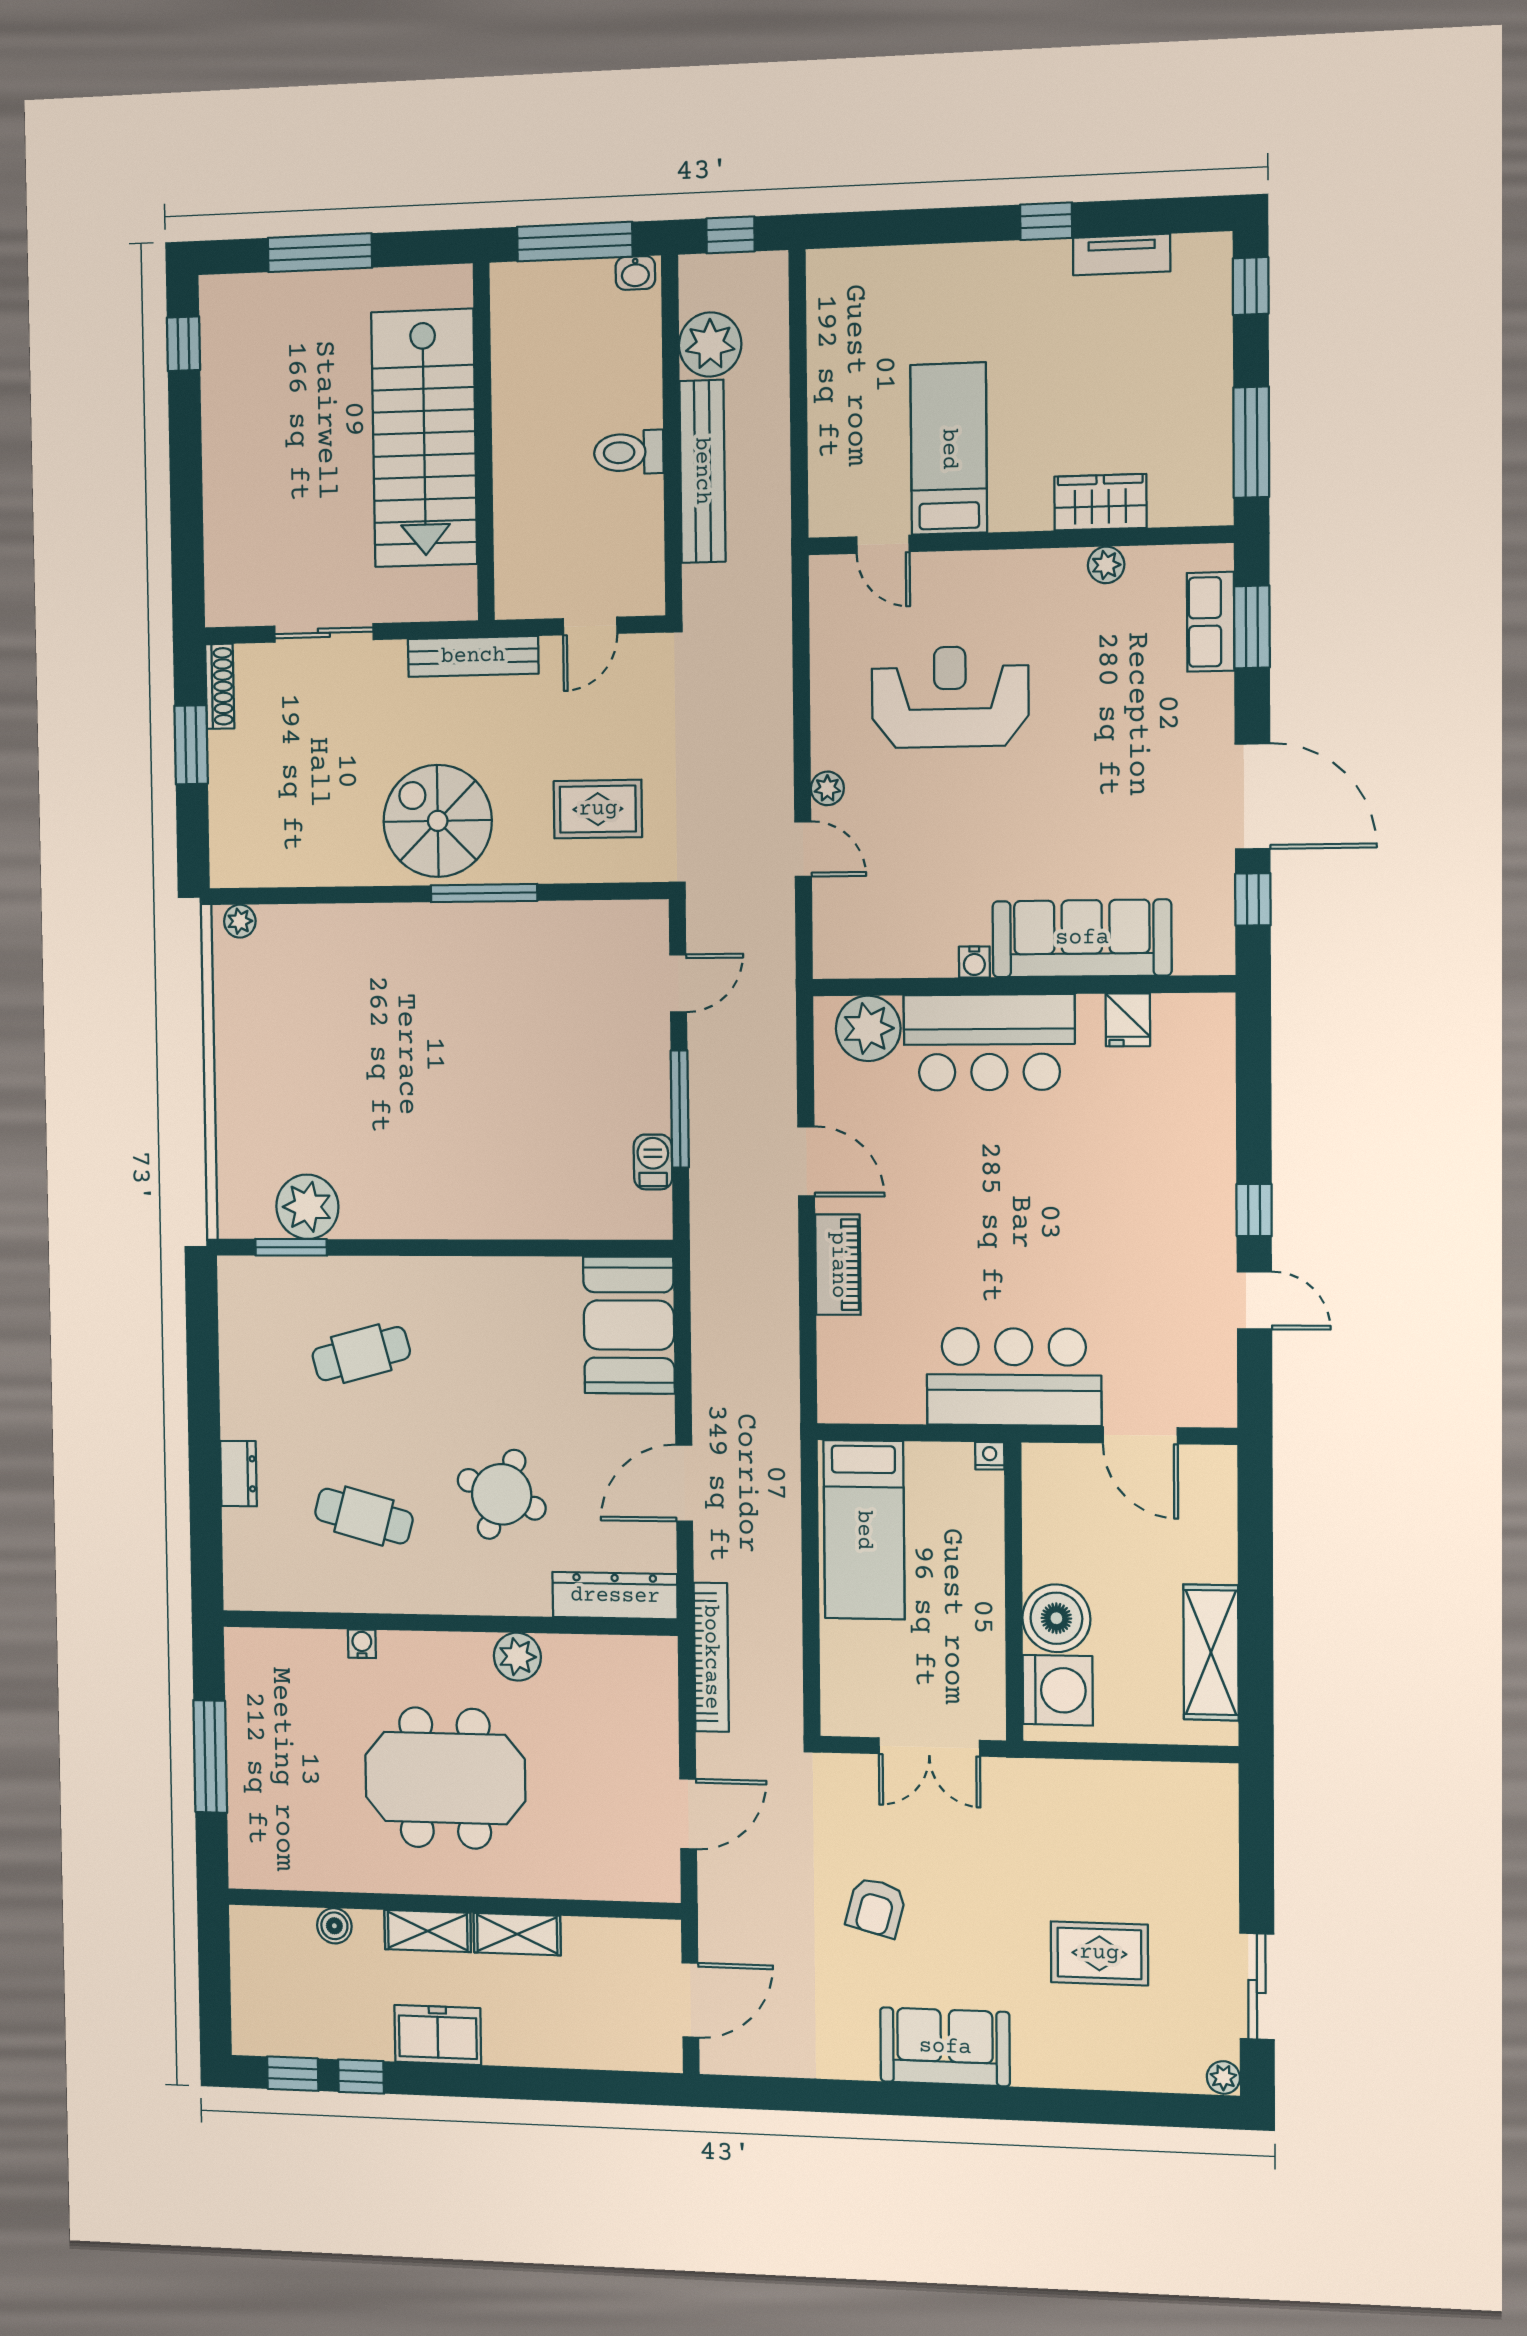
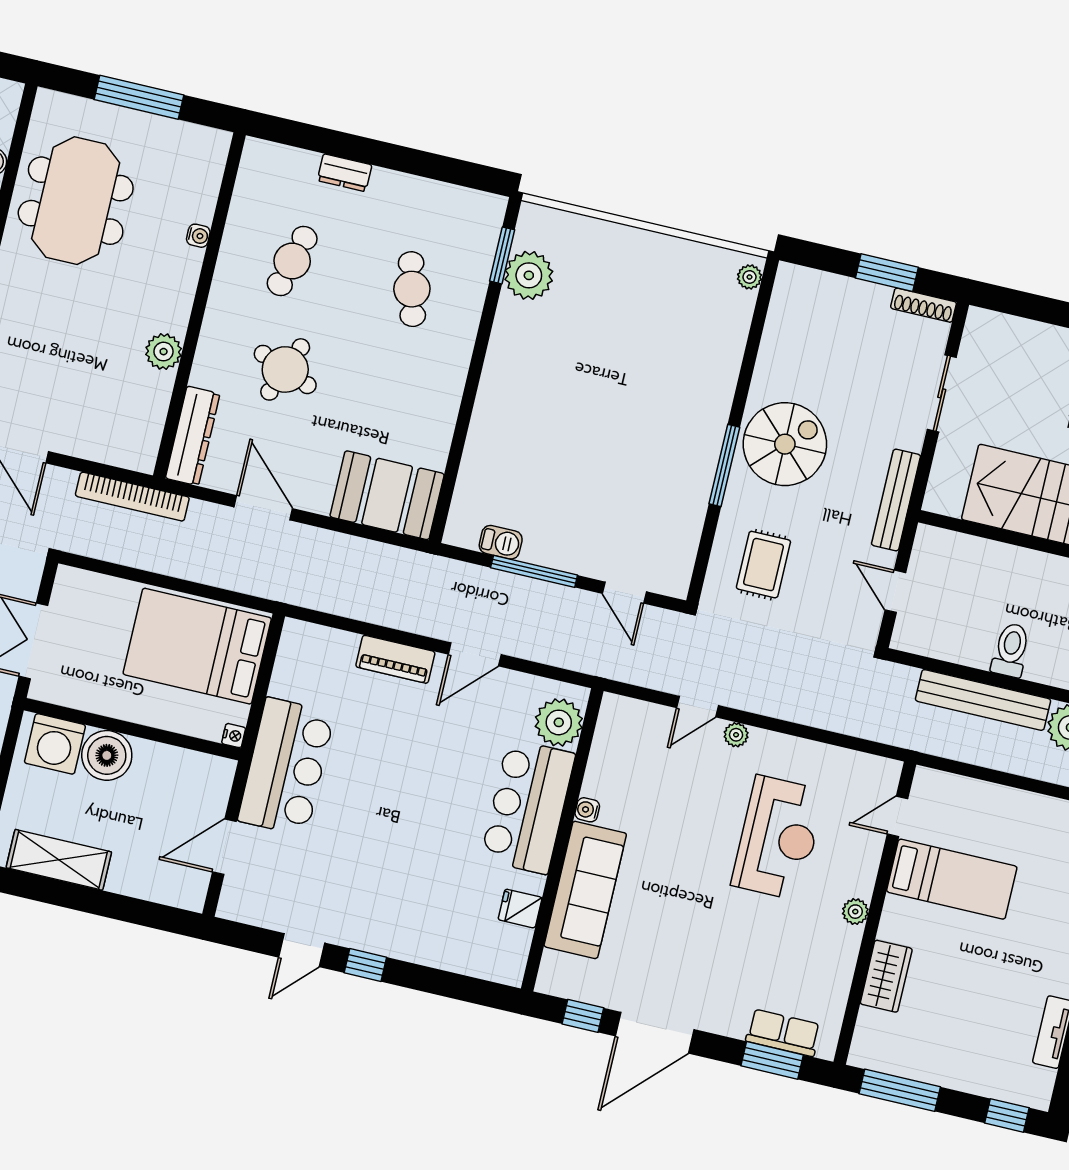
plant: (1106, 565) -> (855, 912), moved
bed: (864, 1530) -> (197, 646), width x1.50
meeting table: (445, 1778) -> (76, 201), moved

